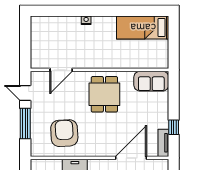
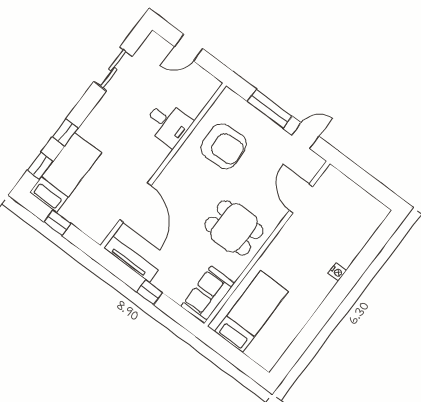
bed: (143, 27) -> (252, 312), moved
window: (174, 127) -> (150, 292), moved
tv unit: (163, 143) -> (131, 259), width x1.41

